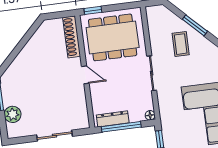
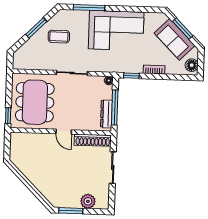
shoe rack: (72, 37) -> (93, 140), moved
coffee table: (181, 44) -> (59, 37), moved
door: (85, 75) -> (64, 132), swing flipped

